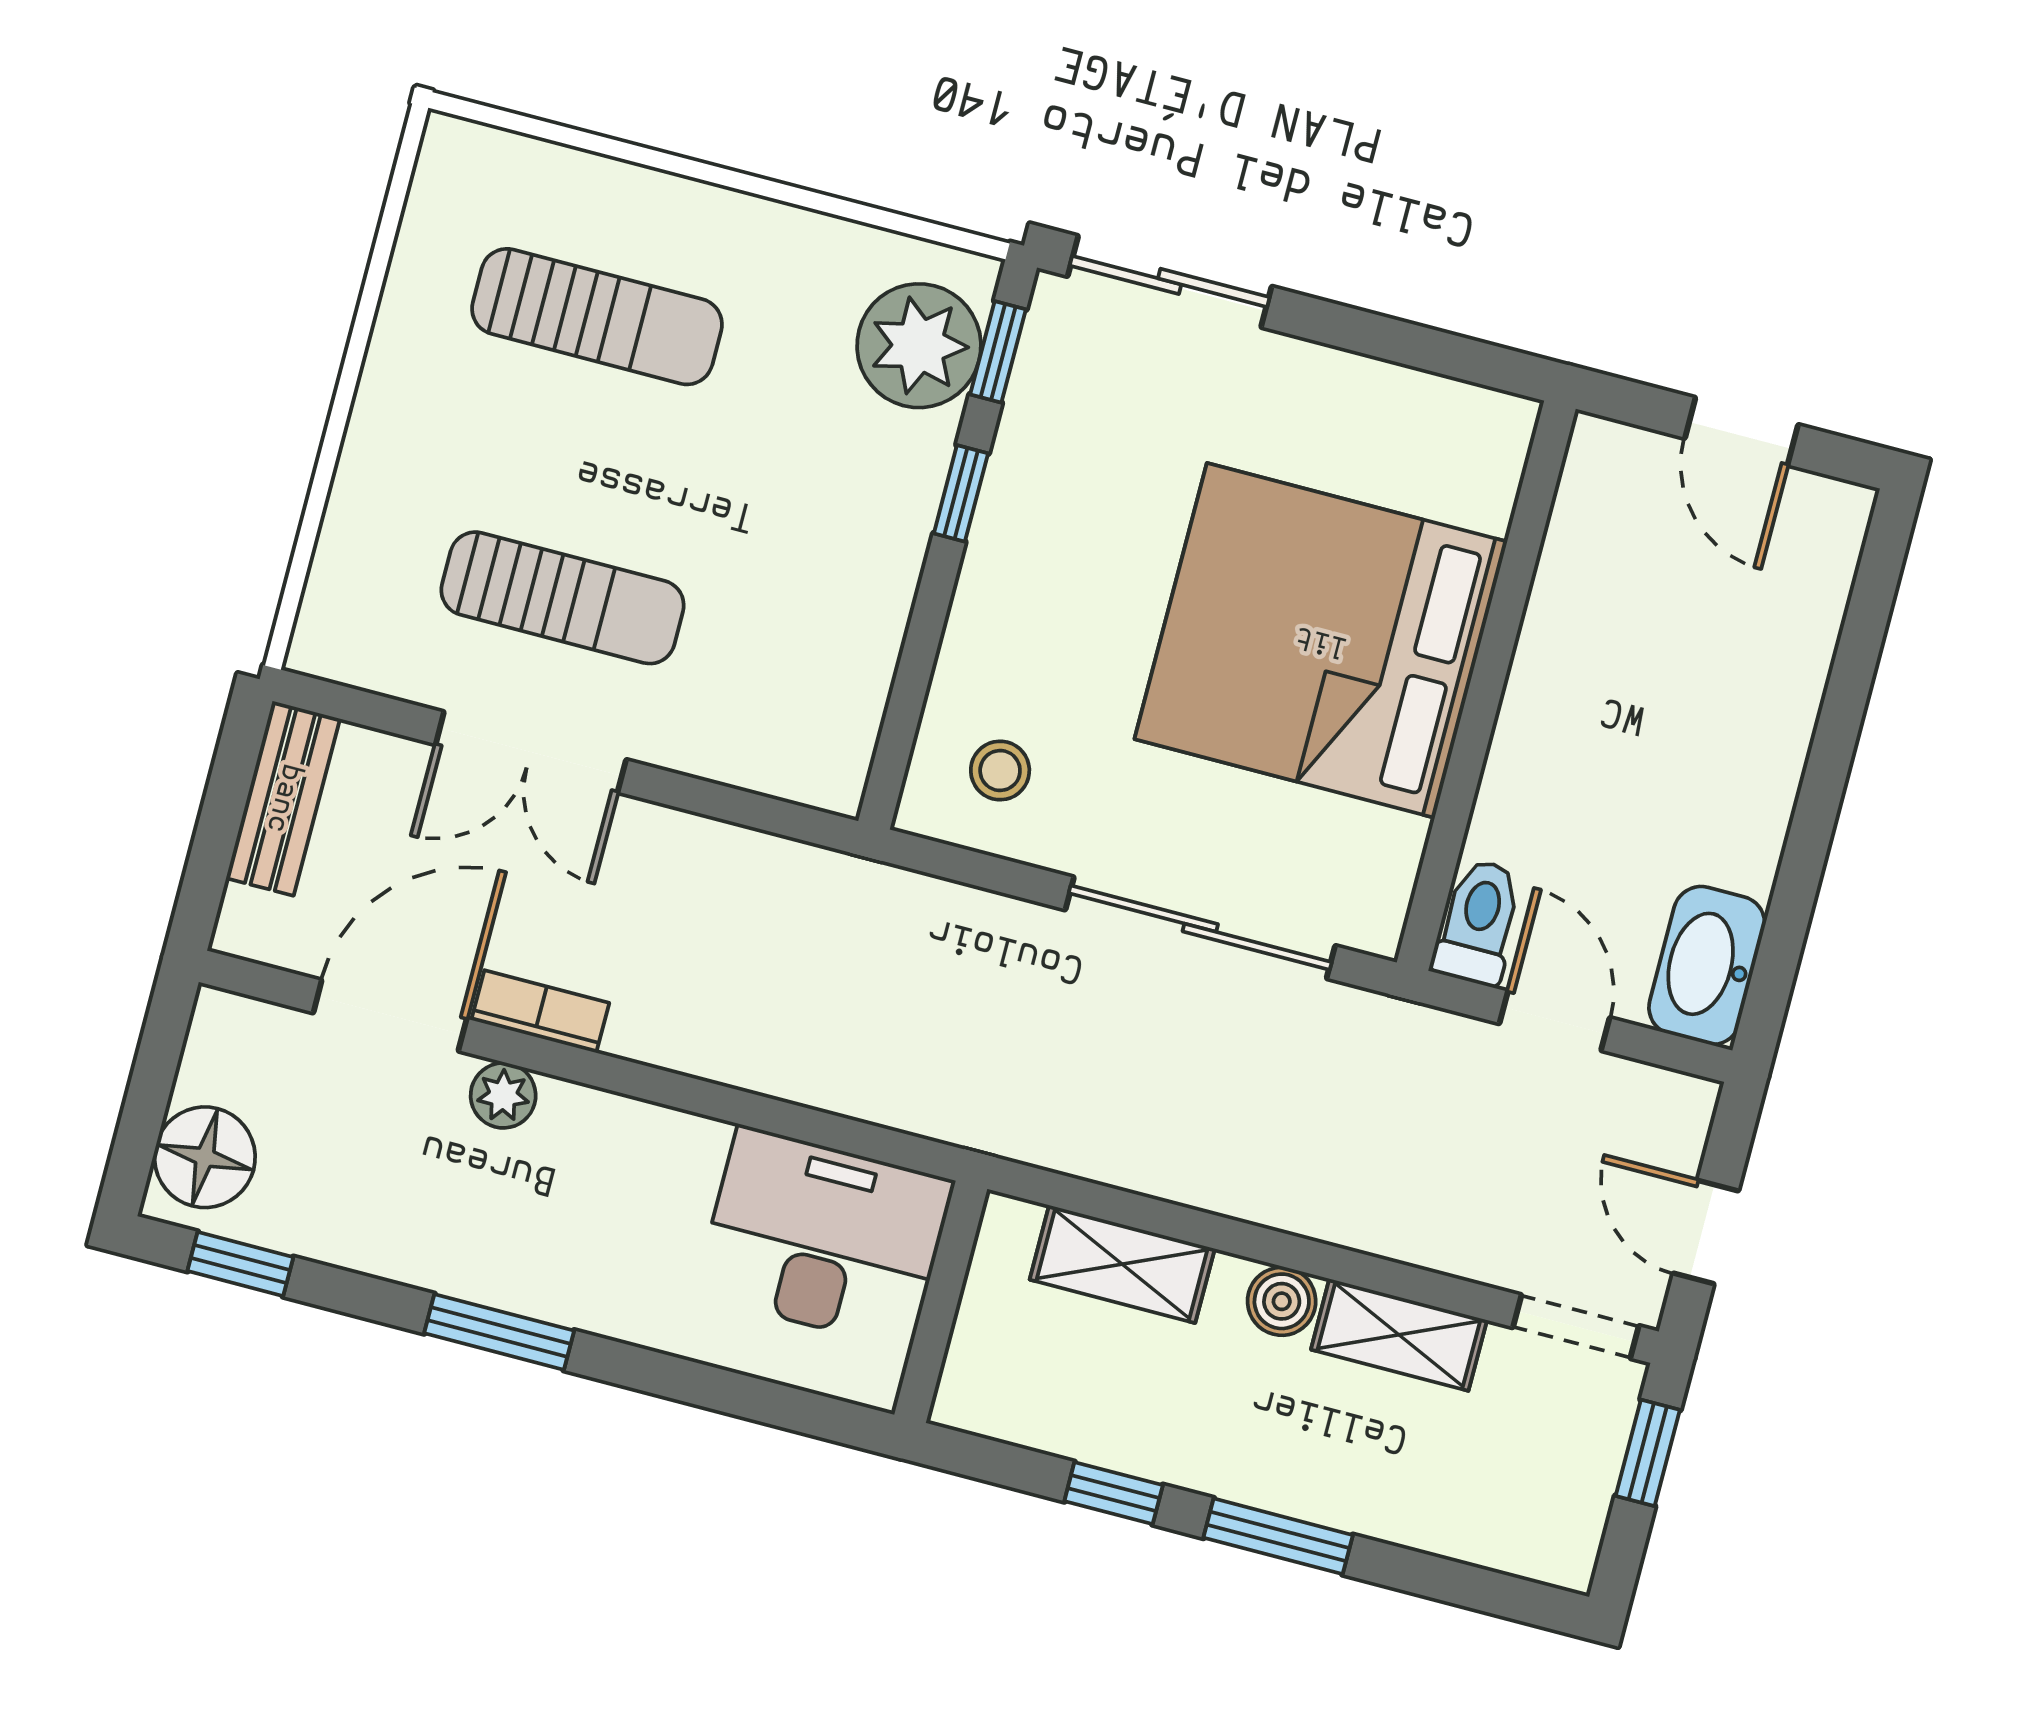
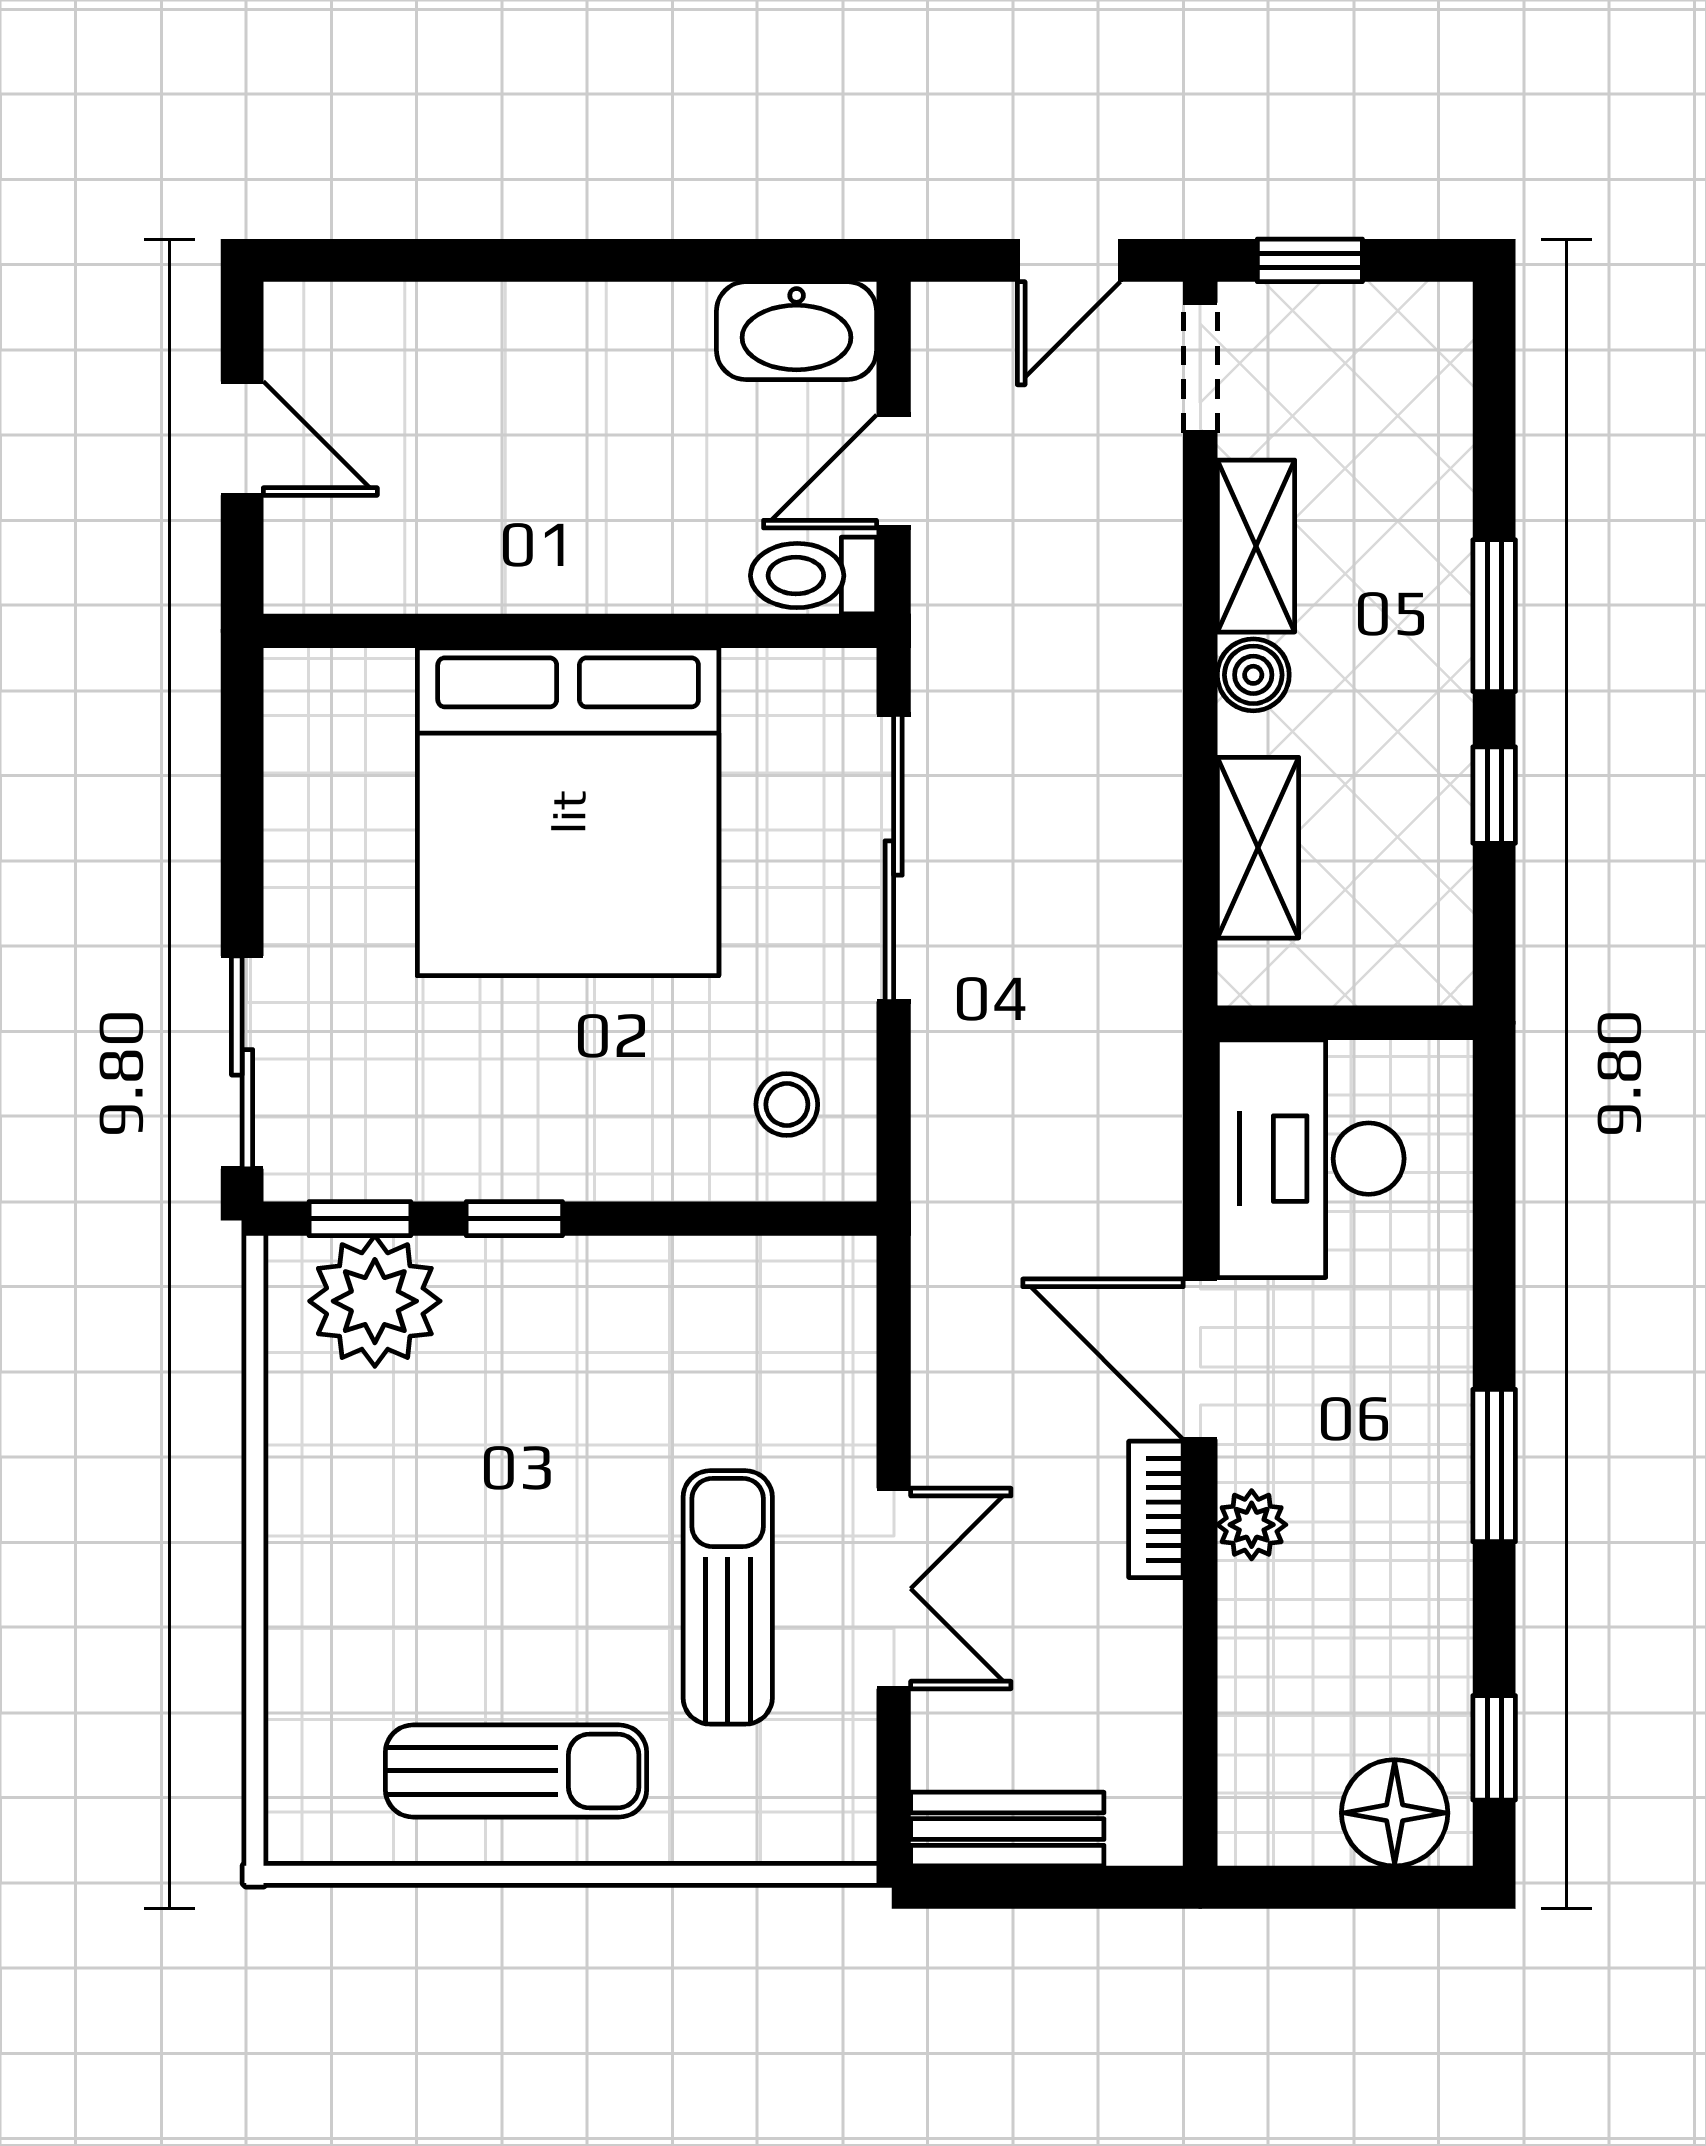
sun lounger: (597, 317) -> (516, 1771), moved, turned 90
door: (1742, 431) -> (242, 438), hinge flipped
door: (390, 1015) -> (1200, 1359), moved

